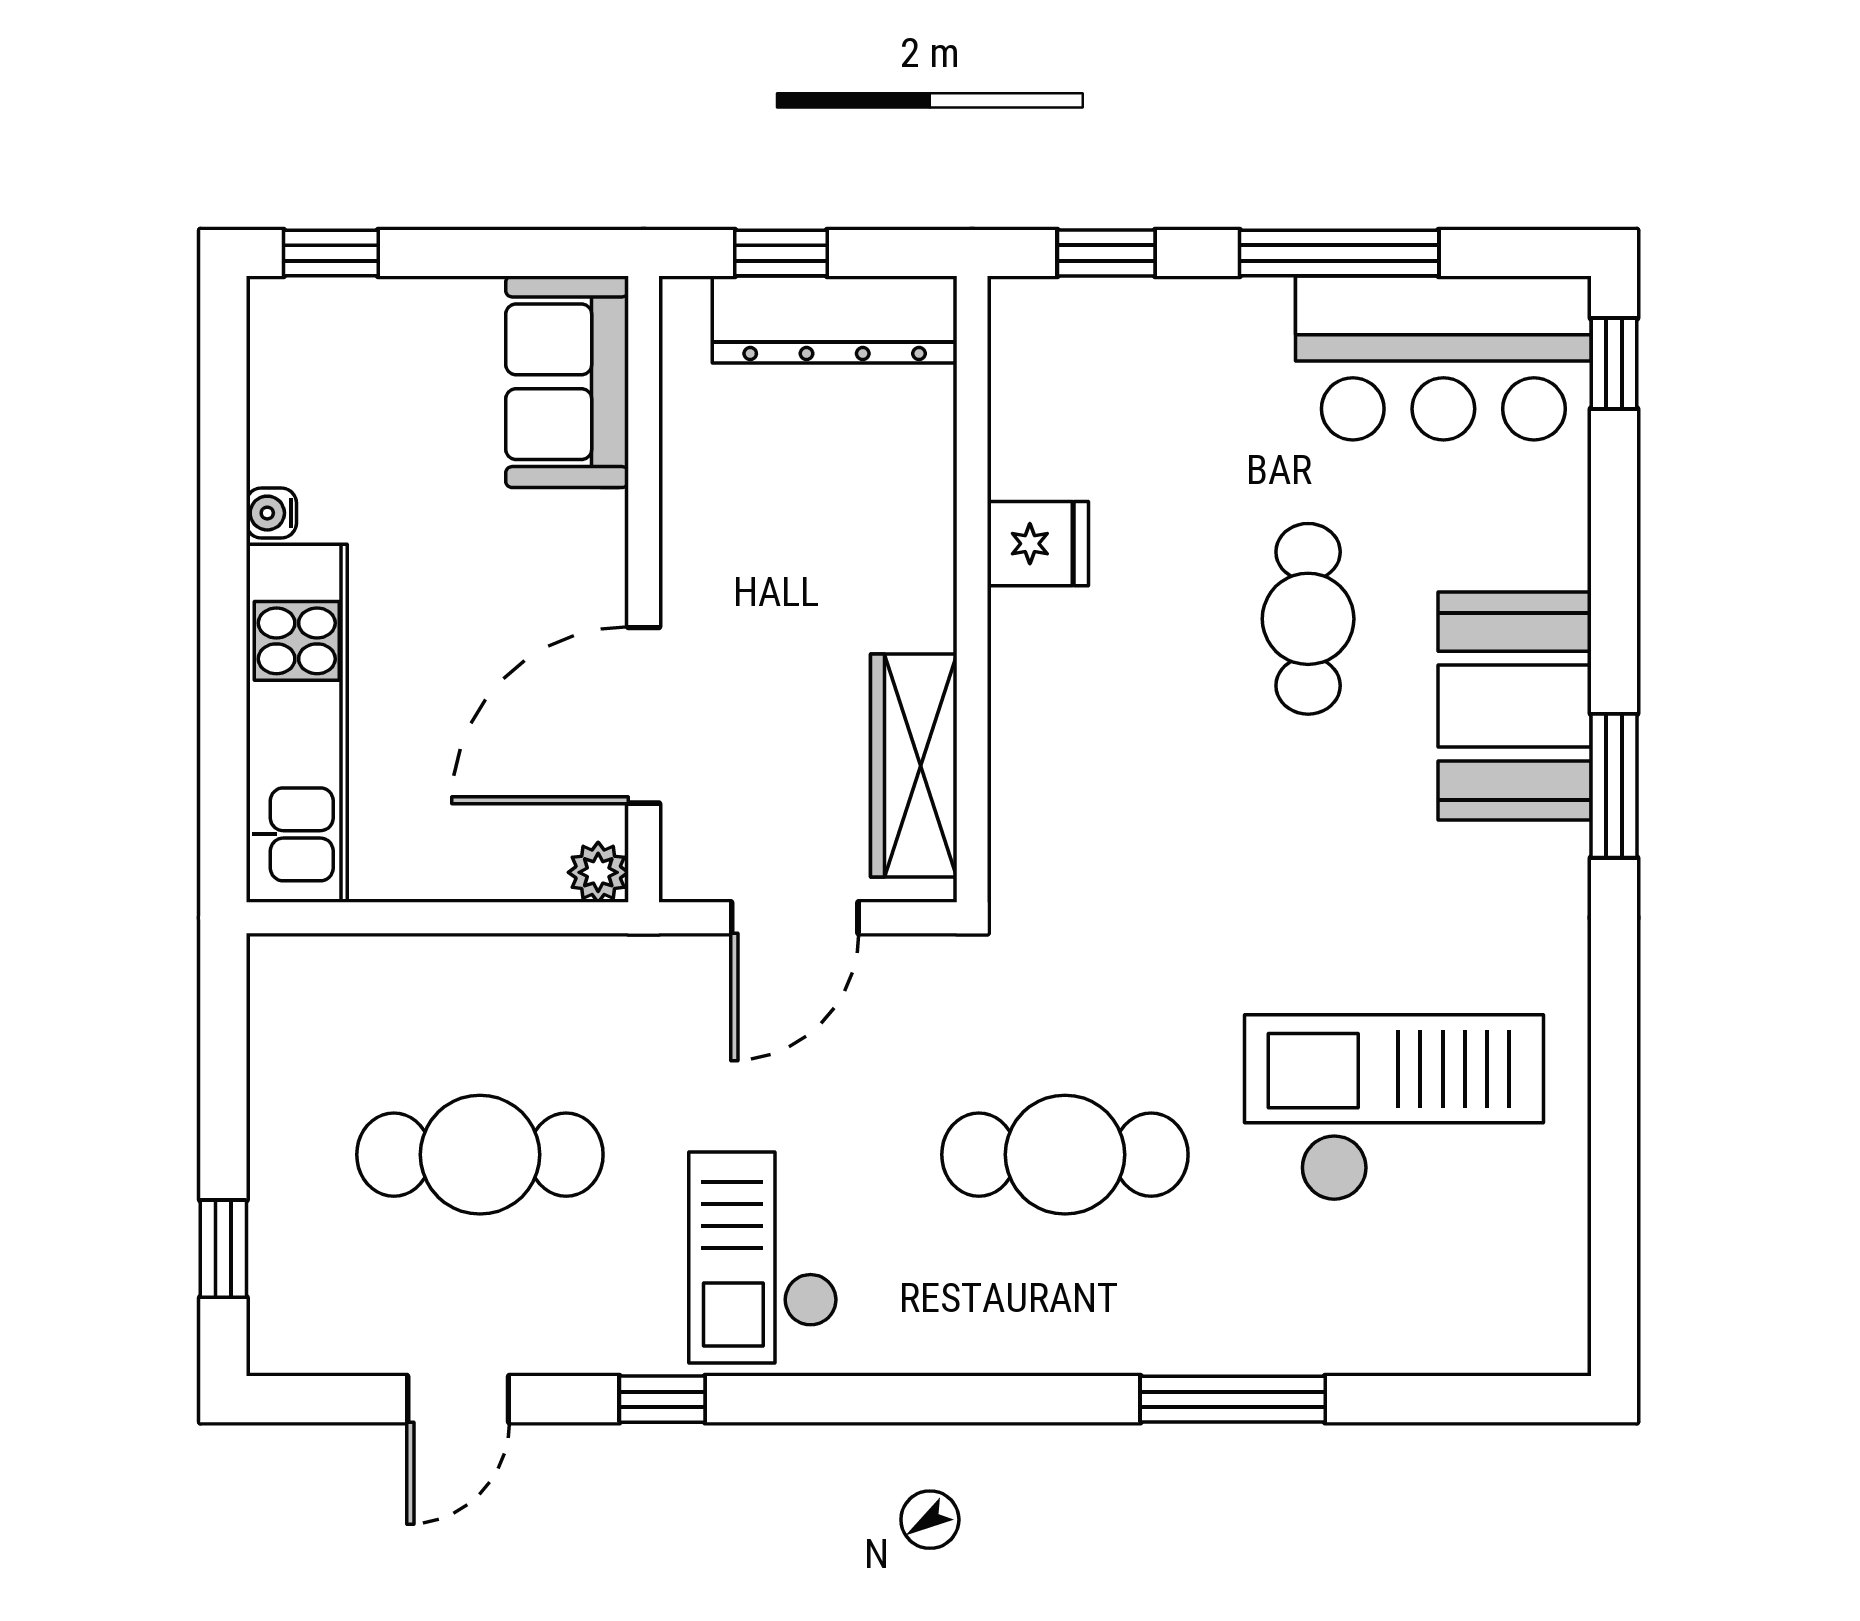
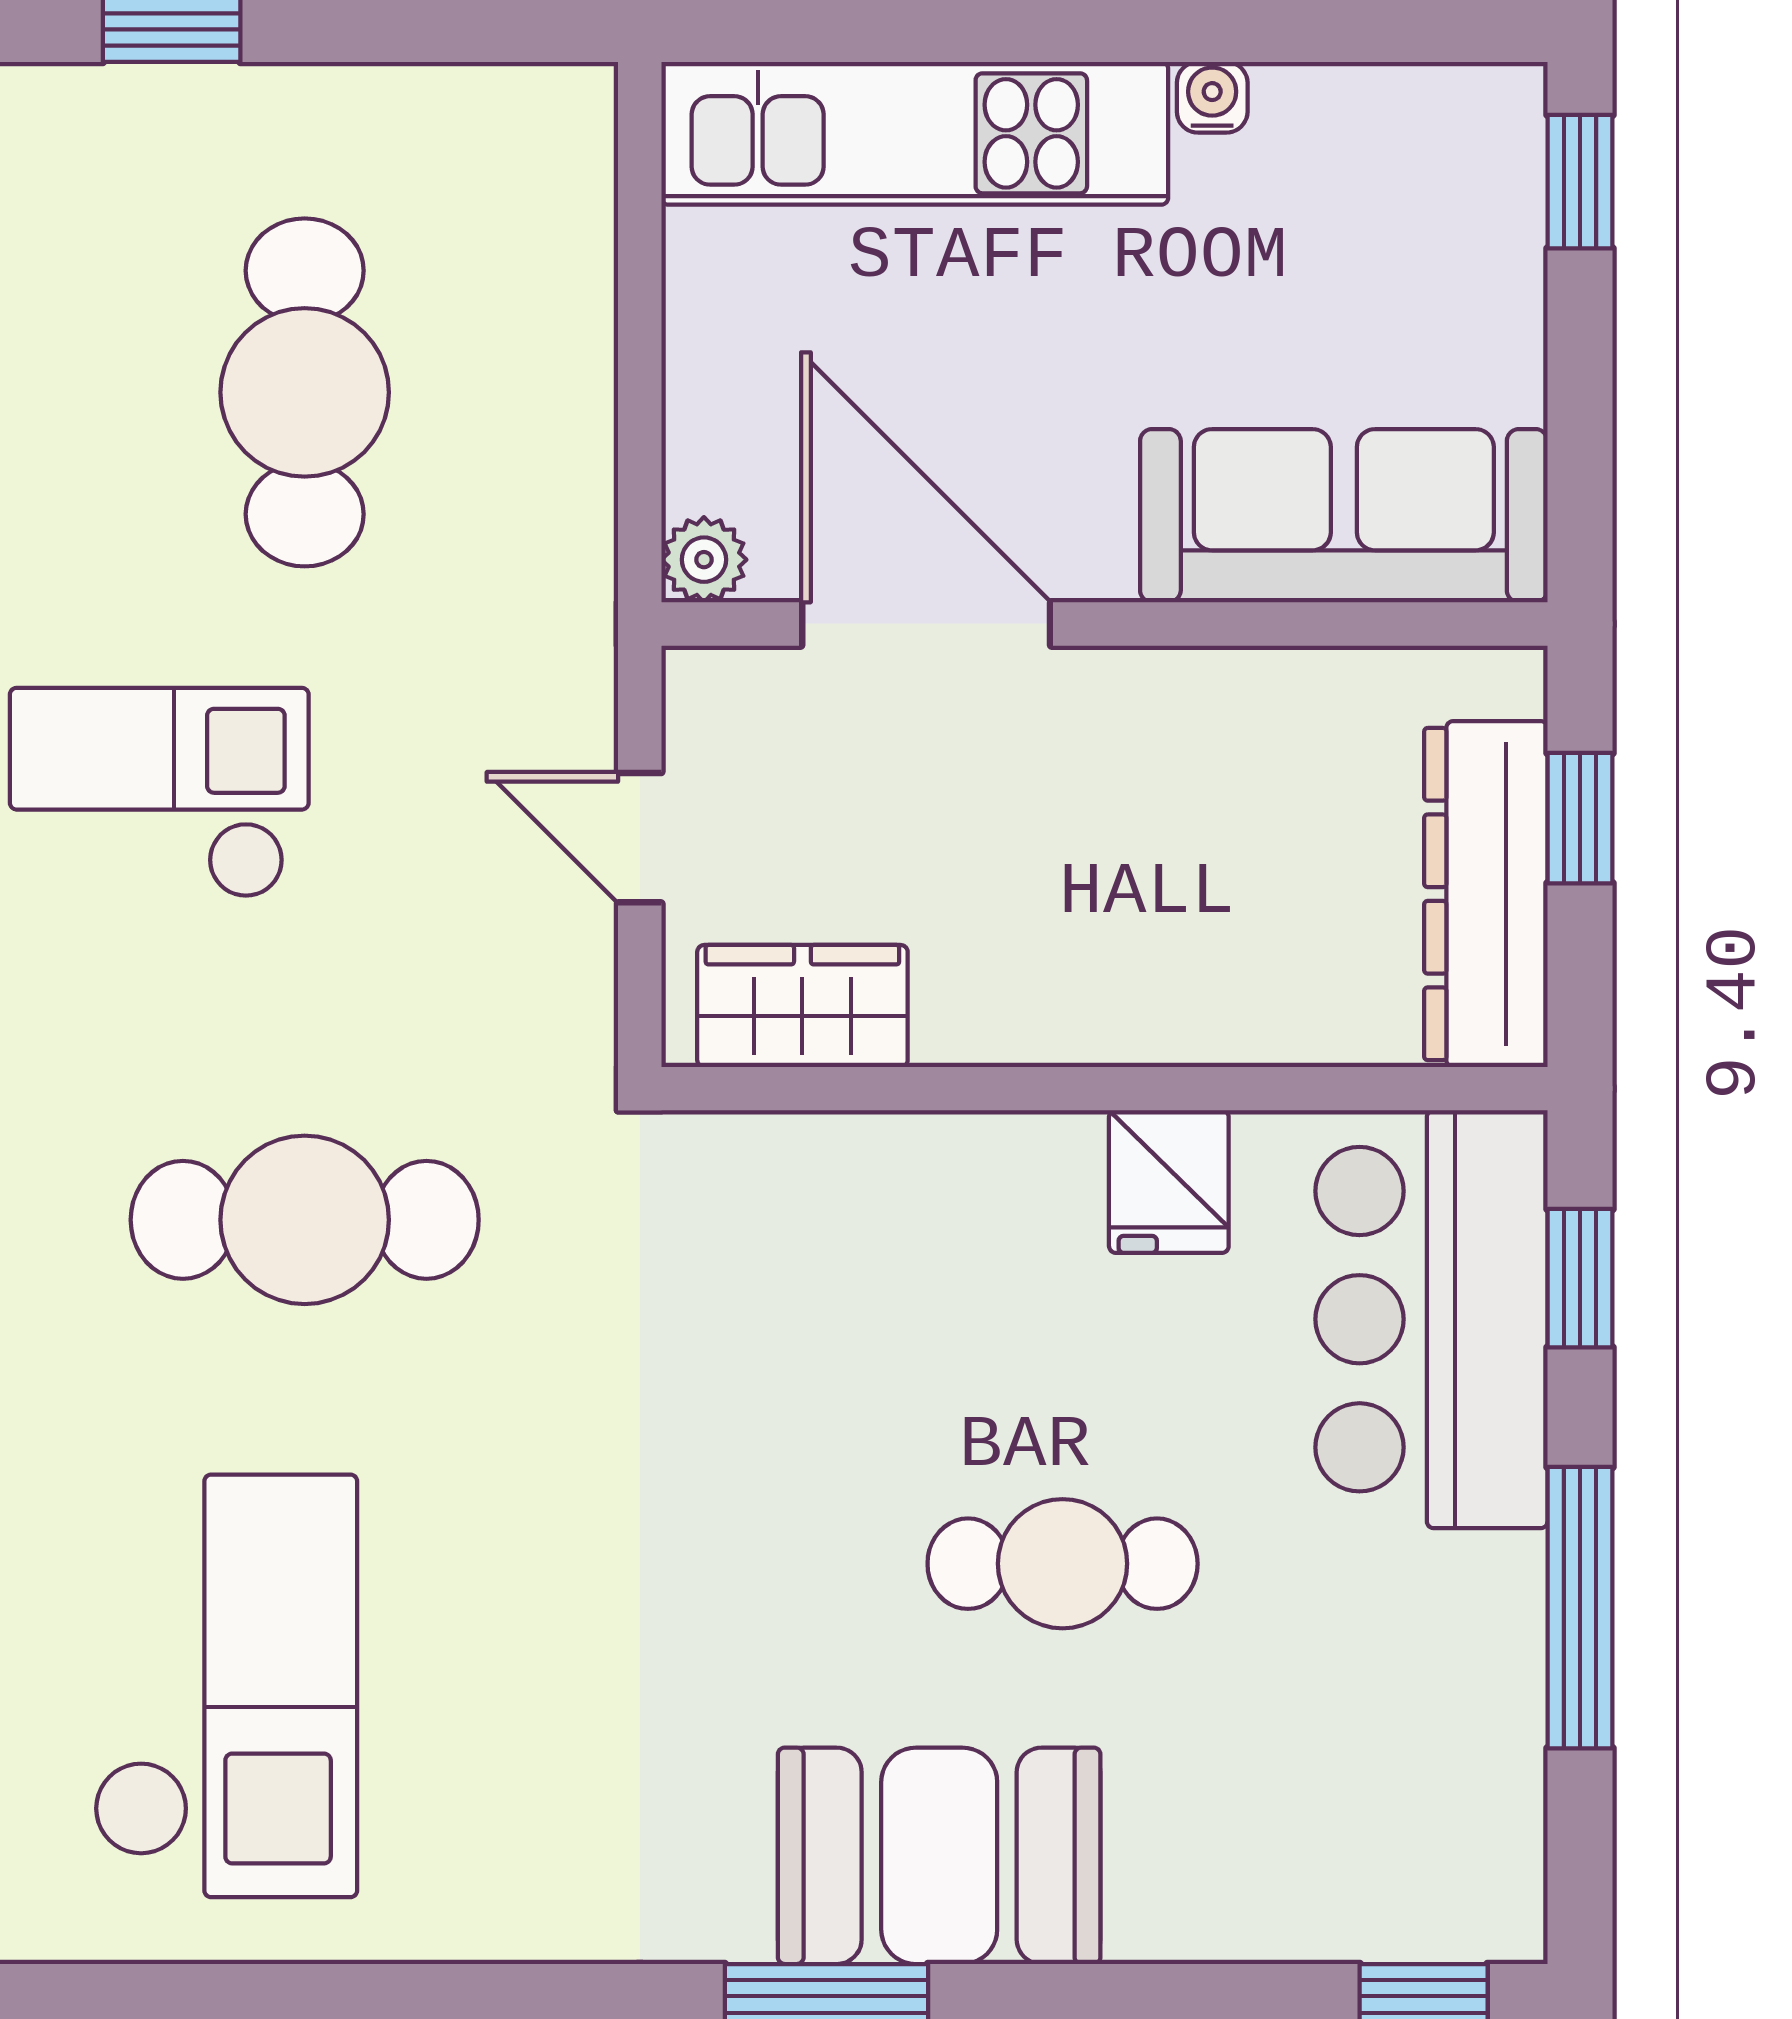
bar counter: (1443, 358) -> (1431, 1319), moved
sofa: (567, 382) -> (1344, 516), width x1.36
wardrobe: (914, 766) -> (802, 1006), width x0.67
door: (795, 918) -> (640, 838), width x0.73
checkout: (1394, 1108) -> (225, 1686), moved
cafe table: (1065, 1155) -> (305, 1220), turned 90

